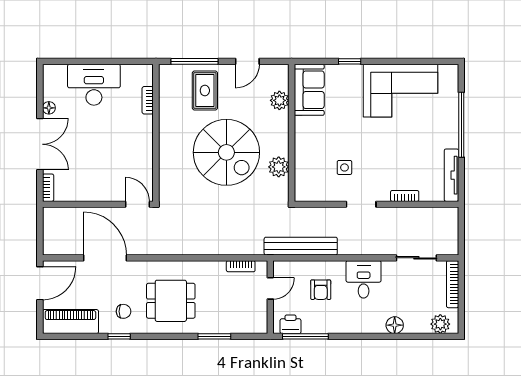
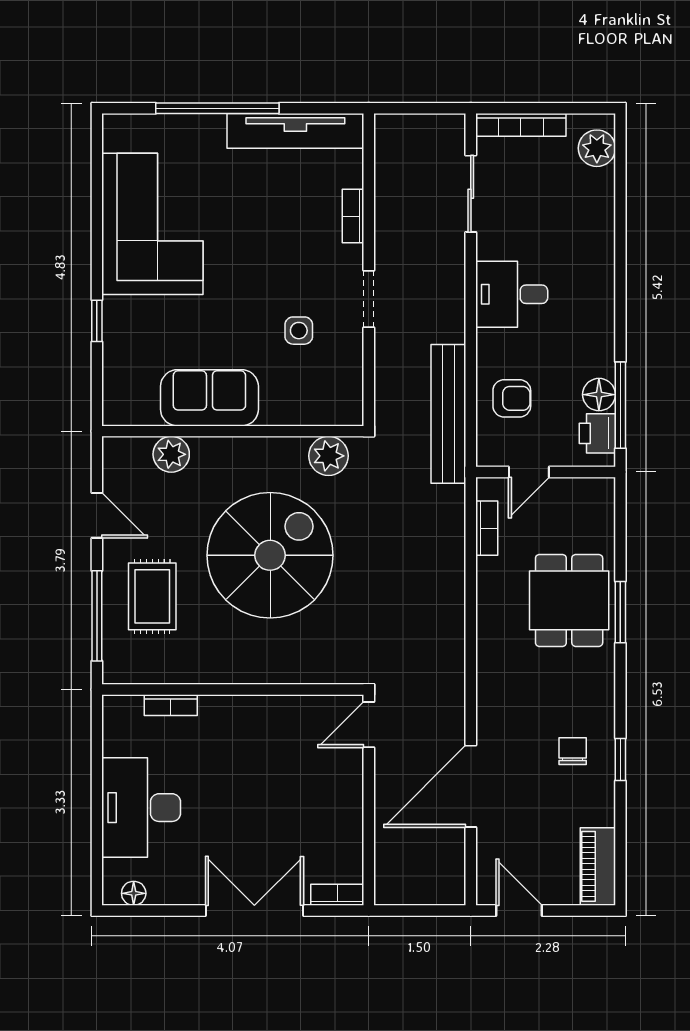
rug: (205, 90) -> (152, 596), turned 90
sofa: (309, 90) -> (209, 398), moved
floor lamp: (49, 108) -> (134, 893), moved
plant: (279, 167) -> (328, 456), moved
tv unit: (451, 175) -> (295, 131), width x1.36, depth x1.29
door: (40, 283) -> (519, 910), width x0.73
door: (270, 288) -> (529, 472), swing flipped
armchair: (321, 290) -> (512, 398), moved
dining table: (171, 301) -> (569, 600), moved
piano: (70, 322) -> (598, 866), width x0.73, depth x0.75
floor lamp: (395, 325) -> (599, 395), moved
window: (214, 336) -> (620, 612), moved

